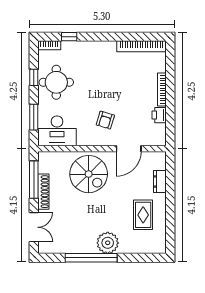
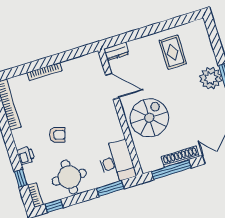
window: (34, 77) -> (54, 206), moved
printer: (159, 115) -> (26, 156), moved, turned -90
armchair: (105, 120) -> (57, 135), moved
dresser: (160, 181) -> (116, 51), moved
rug: (143, 215) -> (173, 52), turned 90

